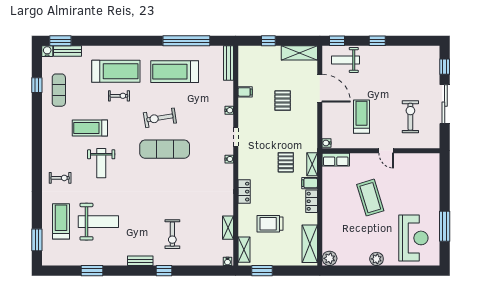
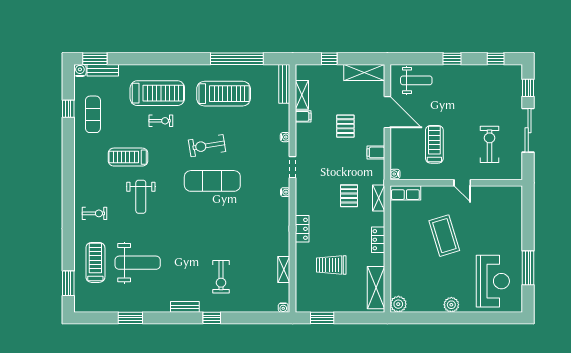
window: (337, 41) -> (496, 59), moved
weight bench: (345, 60) -> (416, 80), turned 180
treadmill: (175, 72) -> (224, 94), turned 180
filing cabinet: (310, 183) -> (376, 152), moved
shelving: (244, 250) -> (302, 95), moved

